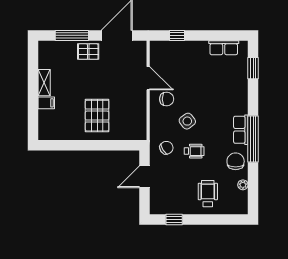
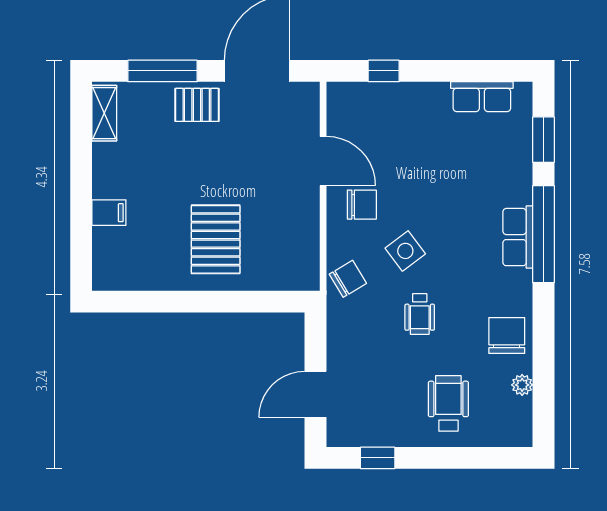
shelving: (44, 83) -> (104, 113), moved
row of seats: (241, 130) -> (518, 237), moved
window: (253, 139) -> (543, 234), moved
chair: (166, 148) -> (348, 279), moved
wheelchair: (194, 151) -> (420, 314), turned 90
door: (145, 177) -> (315, 394), moved

